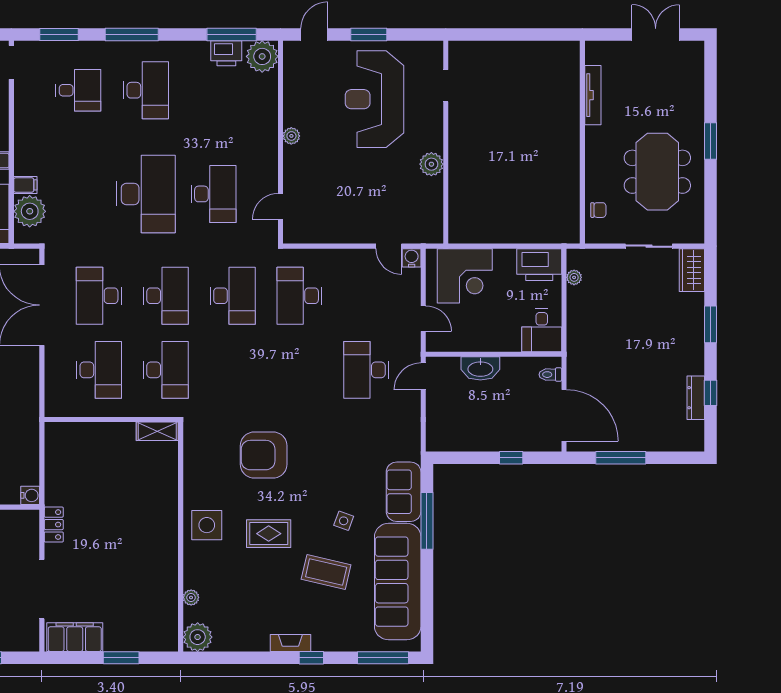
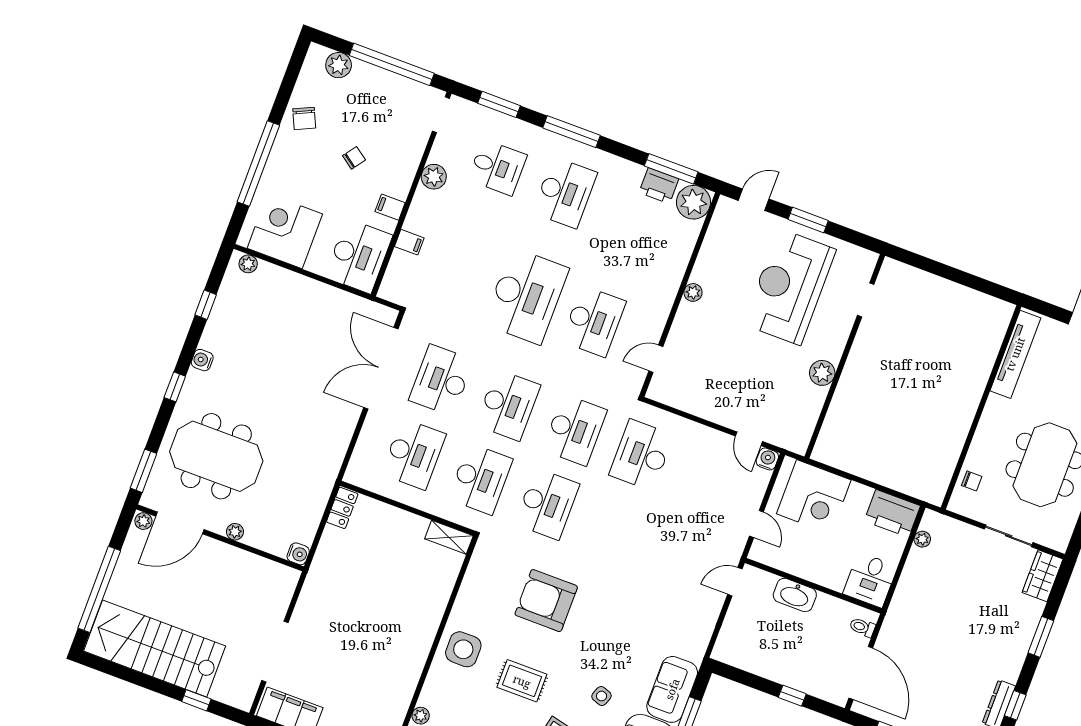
tv unit: (593, 95) -> (1015, 354), width x1.36, depth x1.29
plant: (30, 211) -> (434, 177), moved, width x0.73, depth x0.73
desk: (366, 370) -> (547, 504), moved, turned 180
locker: (54, 525) -> (342, 508), moved

